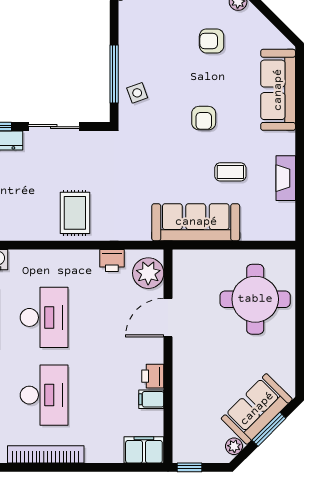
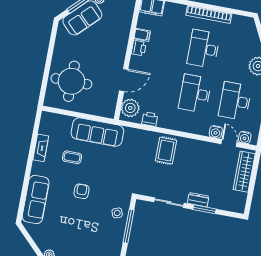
armchair: (212, 41) -> (69, 235), removed

